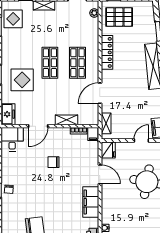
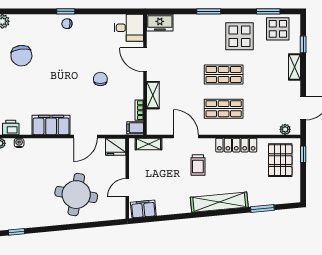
display table: (22, 80) -> (240, 36), moved
trolley: (123, 83) -> (198, 165), added
door: (141, 141) -> (127, 188), swing flipped

